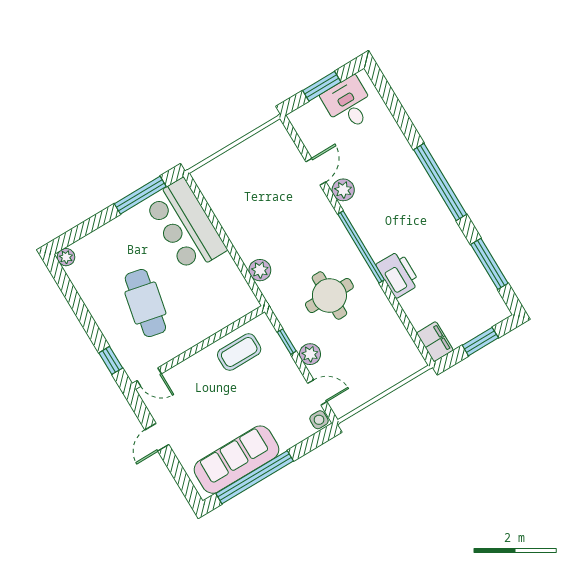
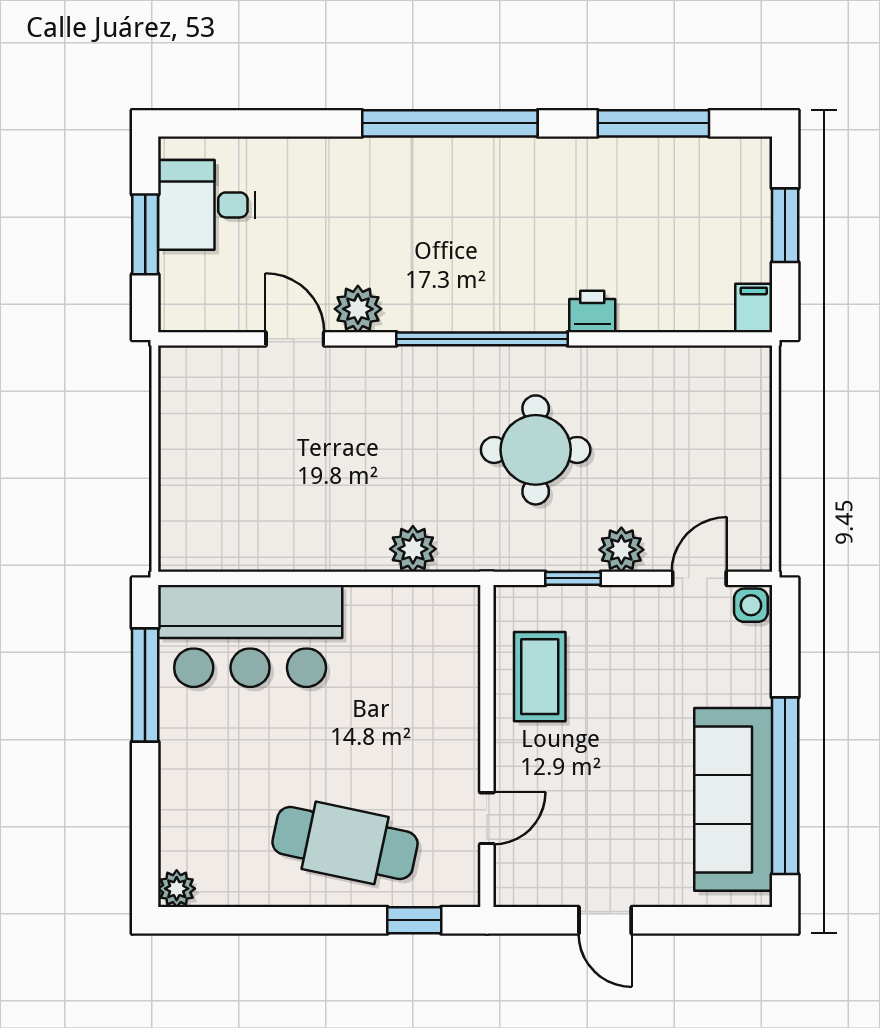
printer: (398, 274) -> (592, 312), width x0.53, depth x0.68
cafe table: (145, 303) -> (345, 843), moved
filing cabinet: (435, 342) -> (754, 308), width x0.50
door: (149, 377) -> (487, 818), moved

